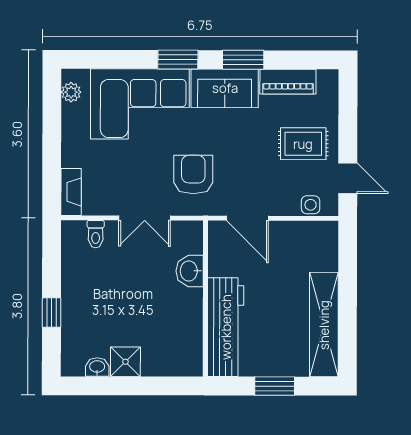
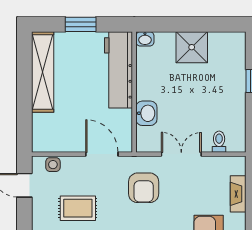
rug: (303, 144) -> (78, 208), moved
fireplace: (71, 192) -> (238, 194), moved
shower: (125, 362) -> (192, 47), width x1.36, depth x1.36
washbasin: (97, 367) -> (145, 39), moved

